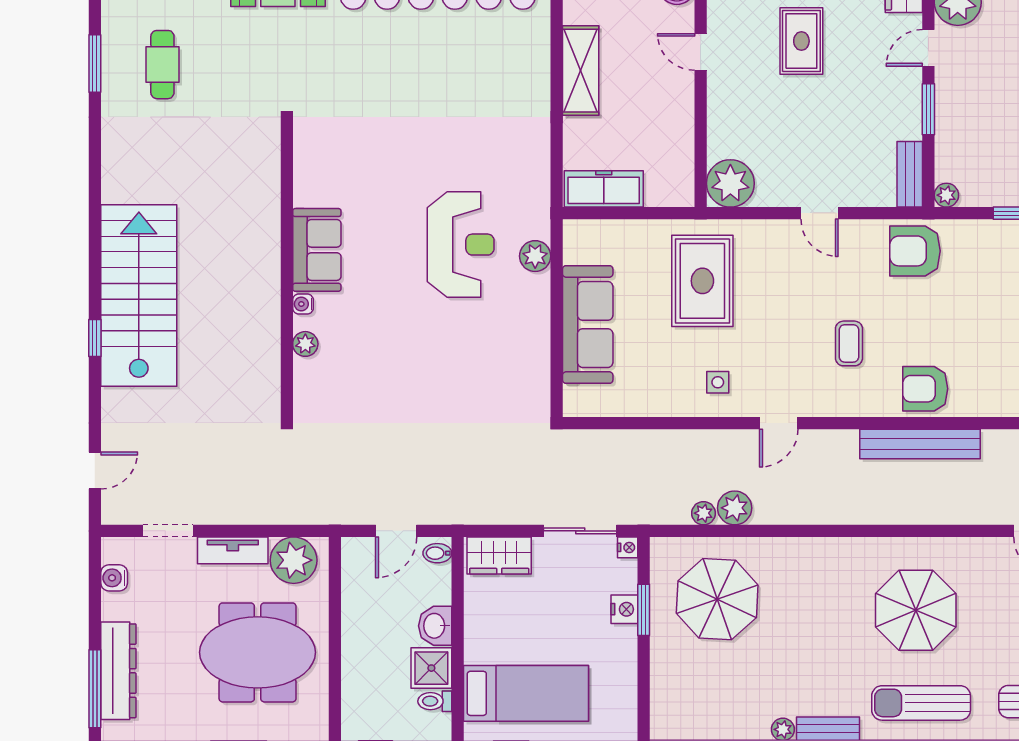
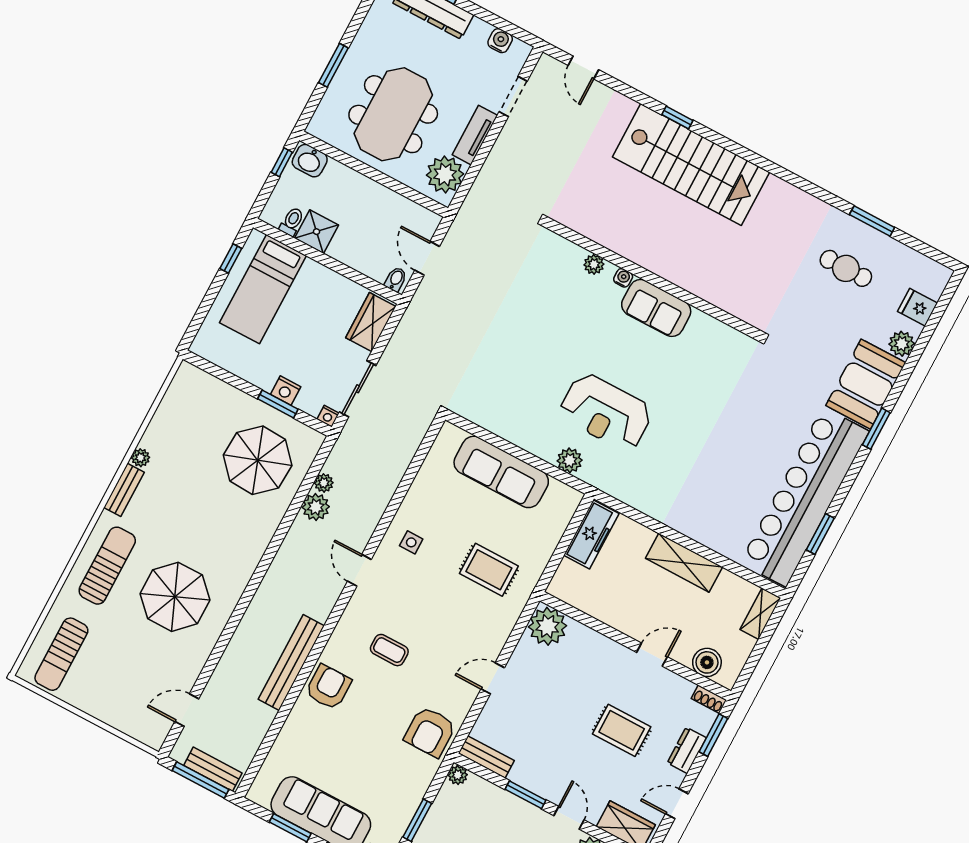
armchair: (915, 251) -> (430, 732), turned 180
rug: (702, 281) -> (489, 570), width x0.73, depth x0.70
washbasin: (435, 626) -> (310, 161), moved, turned 180

